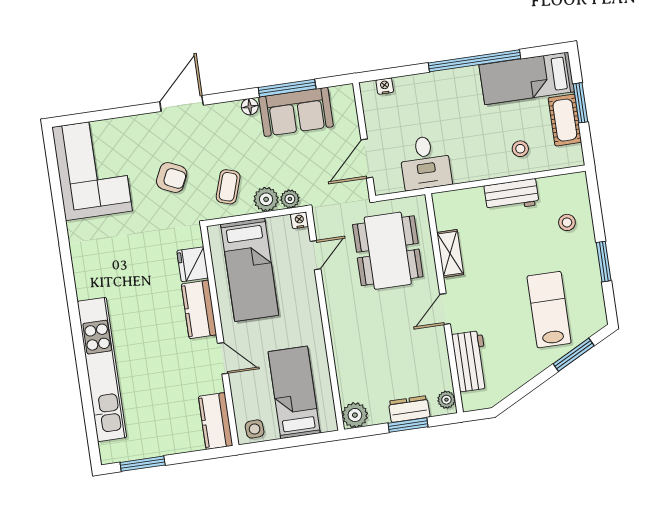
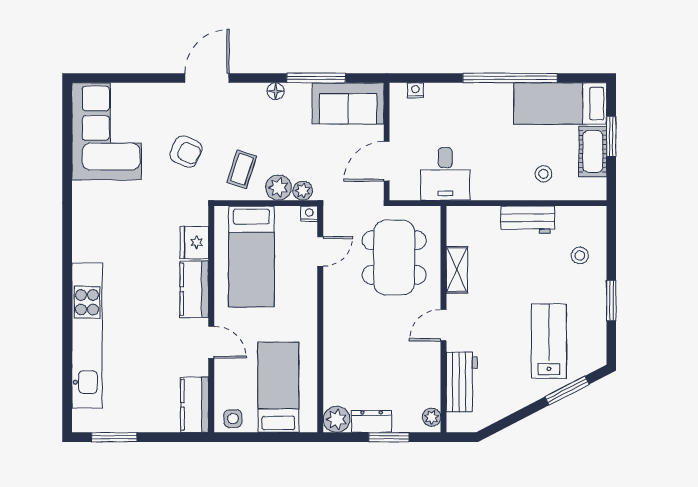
sofa: (296, 112) -> (348, 103), moved
dresser: (409, 409) -> (372, 421), moved

